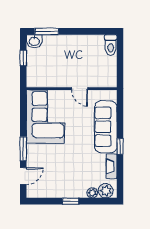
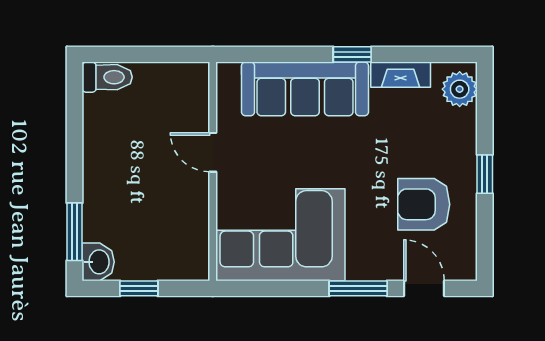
door: (80, 89) -> (213, 152), swing flipped
armchair: (58, 176) -> (424, 204), added
plant: (92, 193) -> (465, 122), removed

